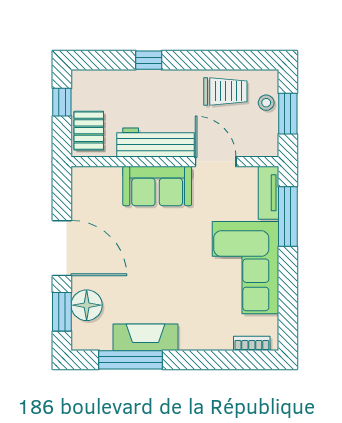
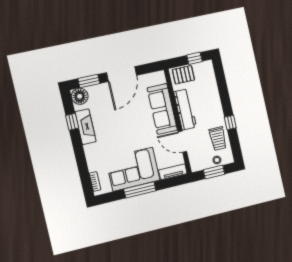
window: (149, 60) -> (230, 123), moved
door: (216, 162) -> (182, 142), swing flipped
sofa: (157, 186) -> (162, 109), width x1.36
window: (288, 217) -> (140, 190), moved
floor lamp: (87, 305) -> (80, 96), moved
window: (131, 360) -> (72, 122), width x0.46

